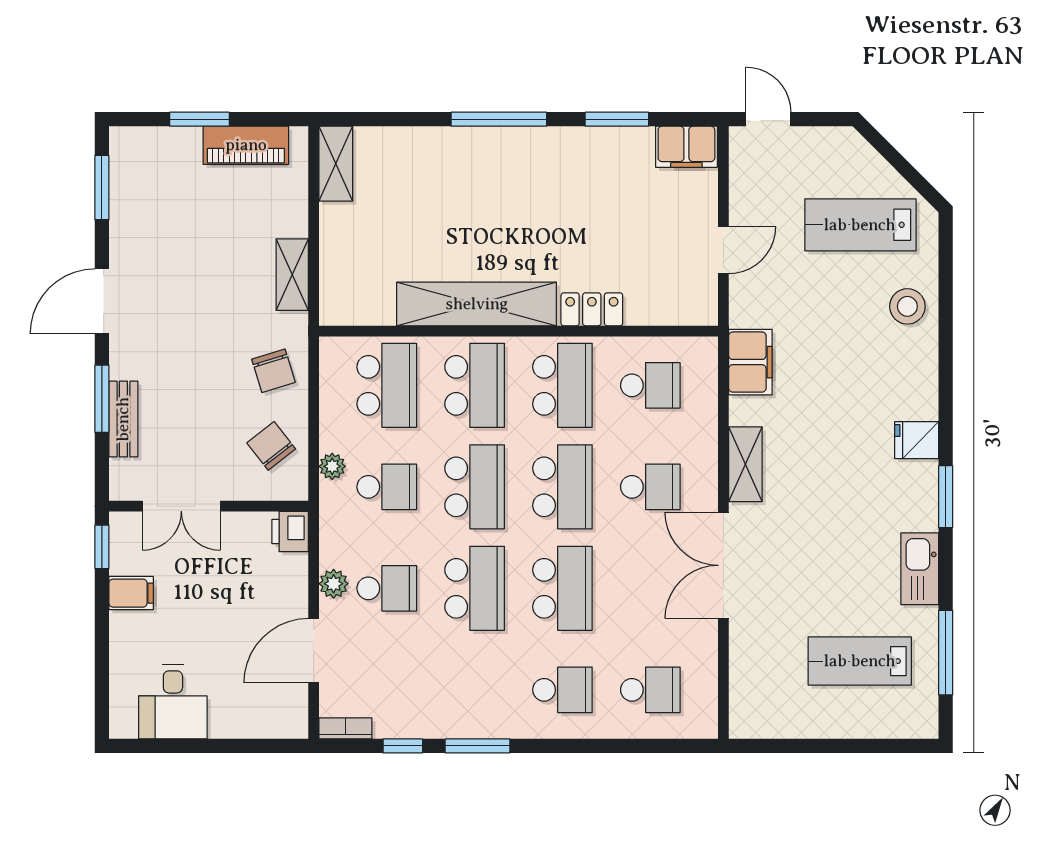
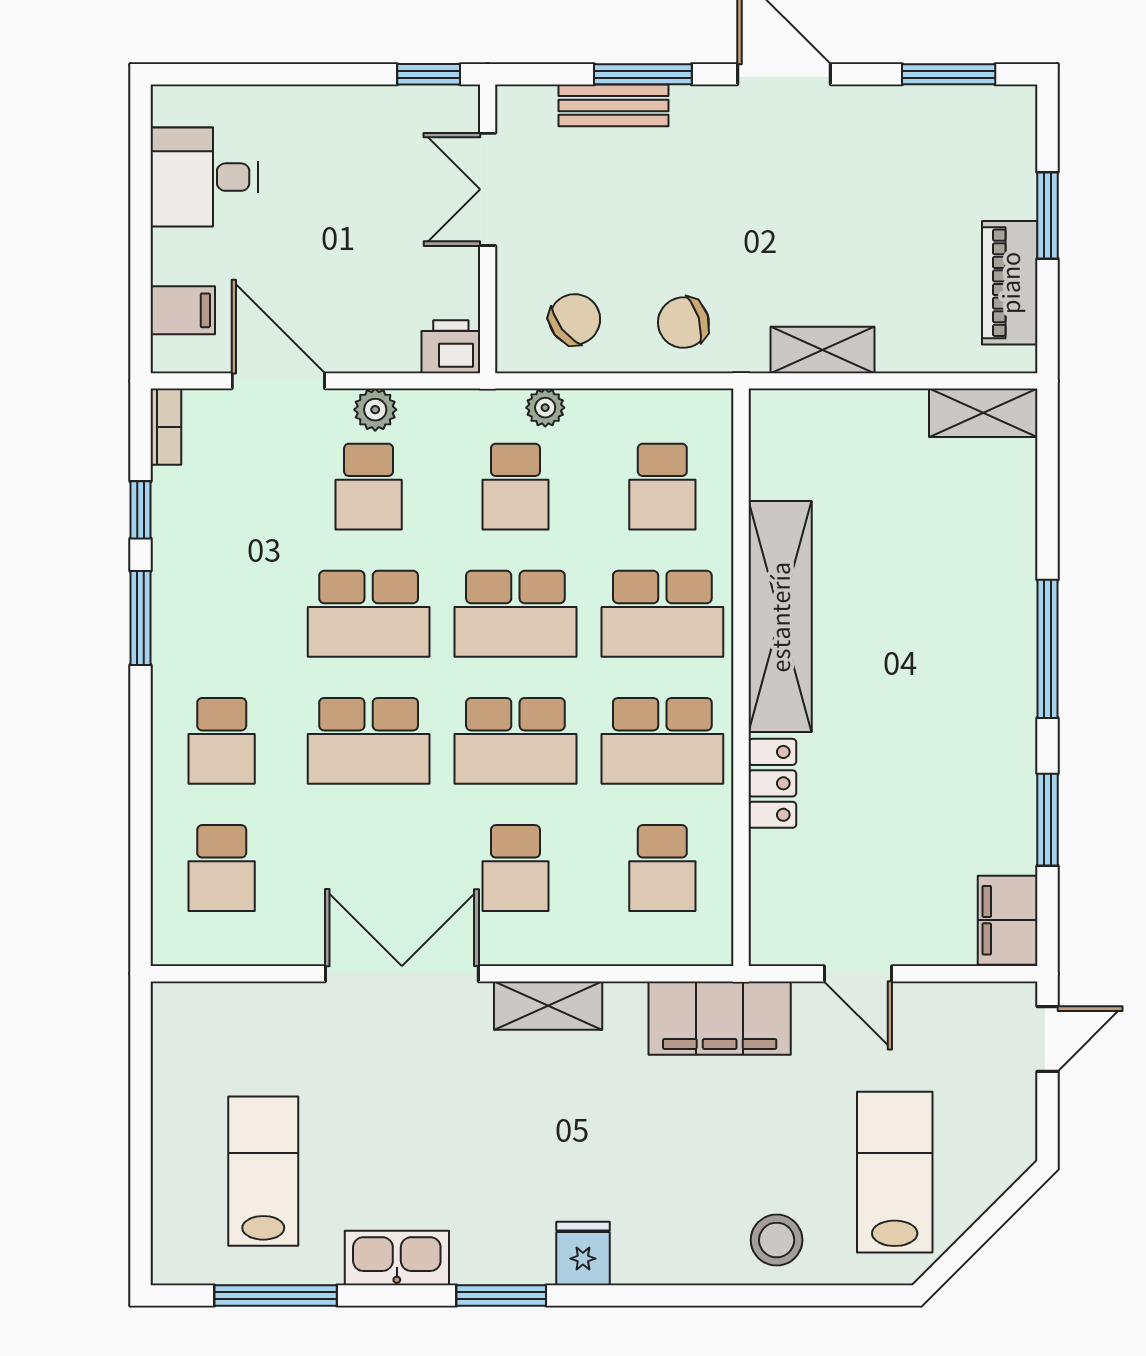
filing cabinet: (750, 362) -> (720, 1018), width x1.50, depth x1.17
school desk: (387, 385) -> (662, 487), width x0.54
filing cabinet: (131, 593) -> (183, 310), moved, turned -90

